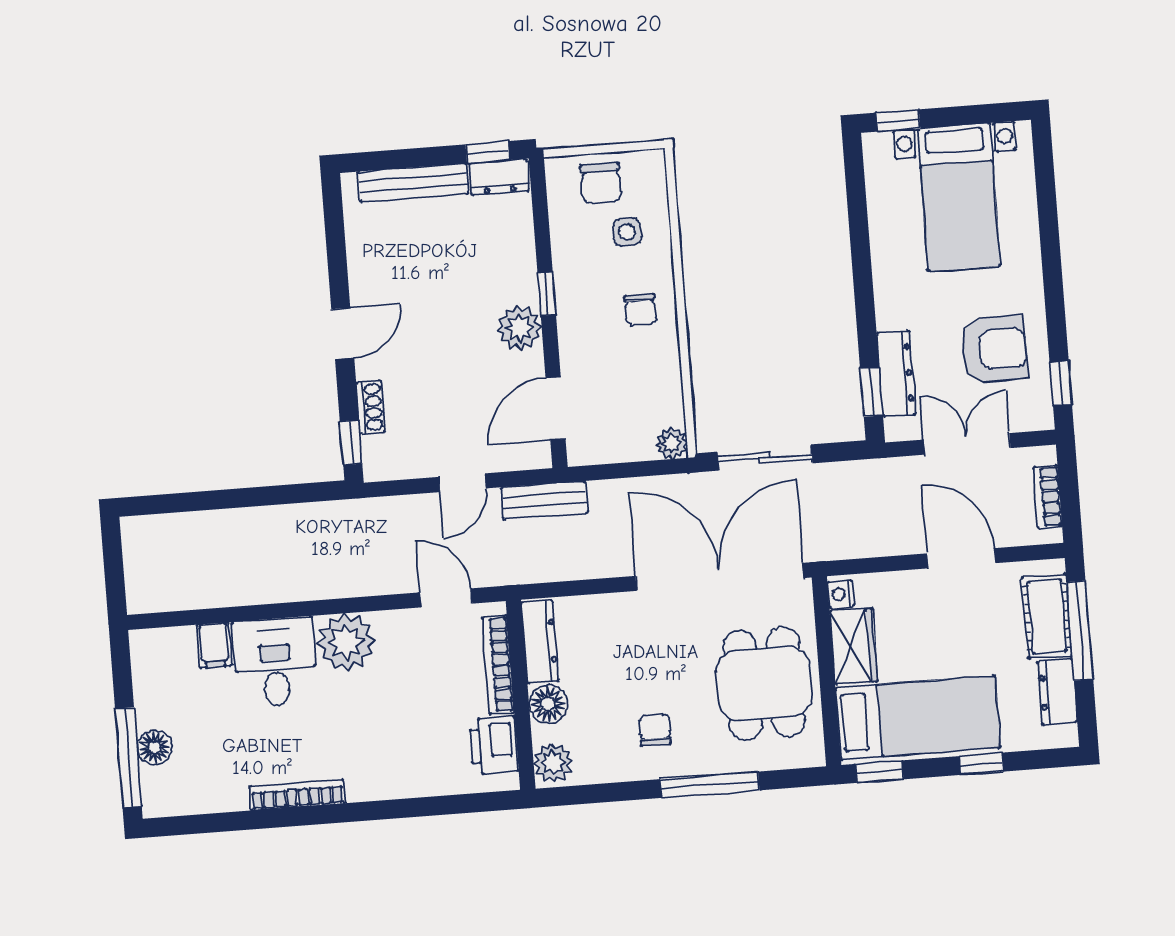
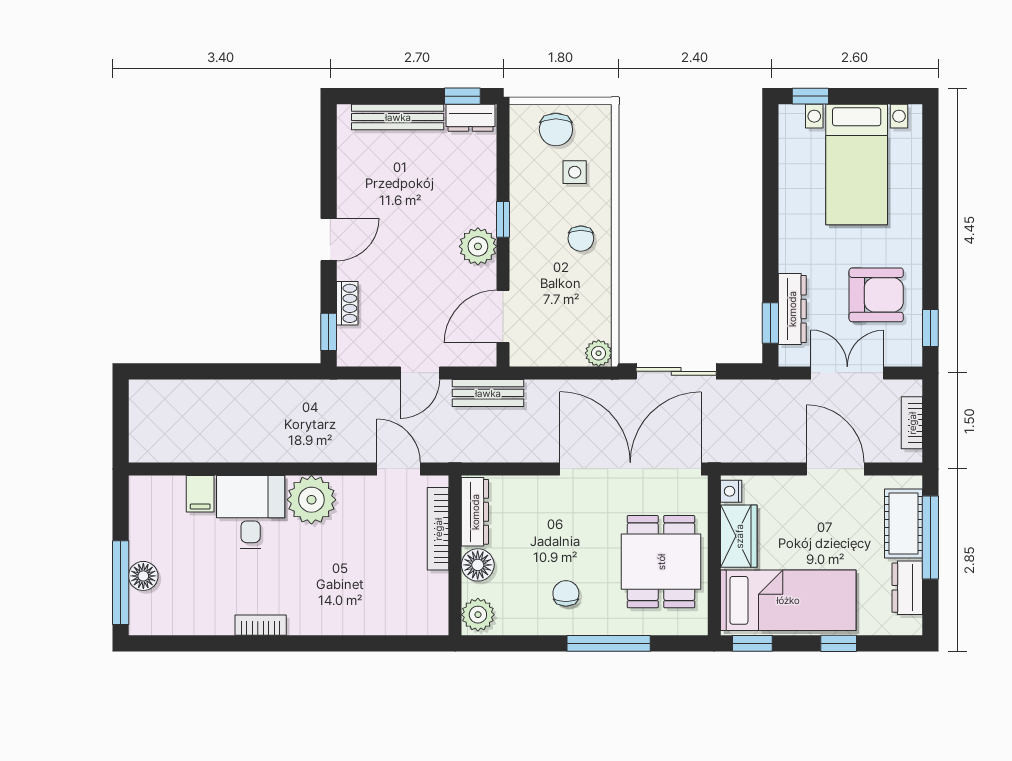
printer: (494, 745) -> (429, 596), removed
bookcase: (297, 795) -> (261, 625), width x0.64

